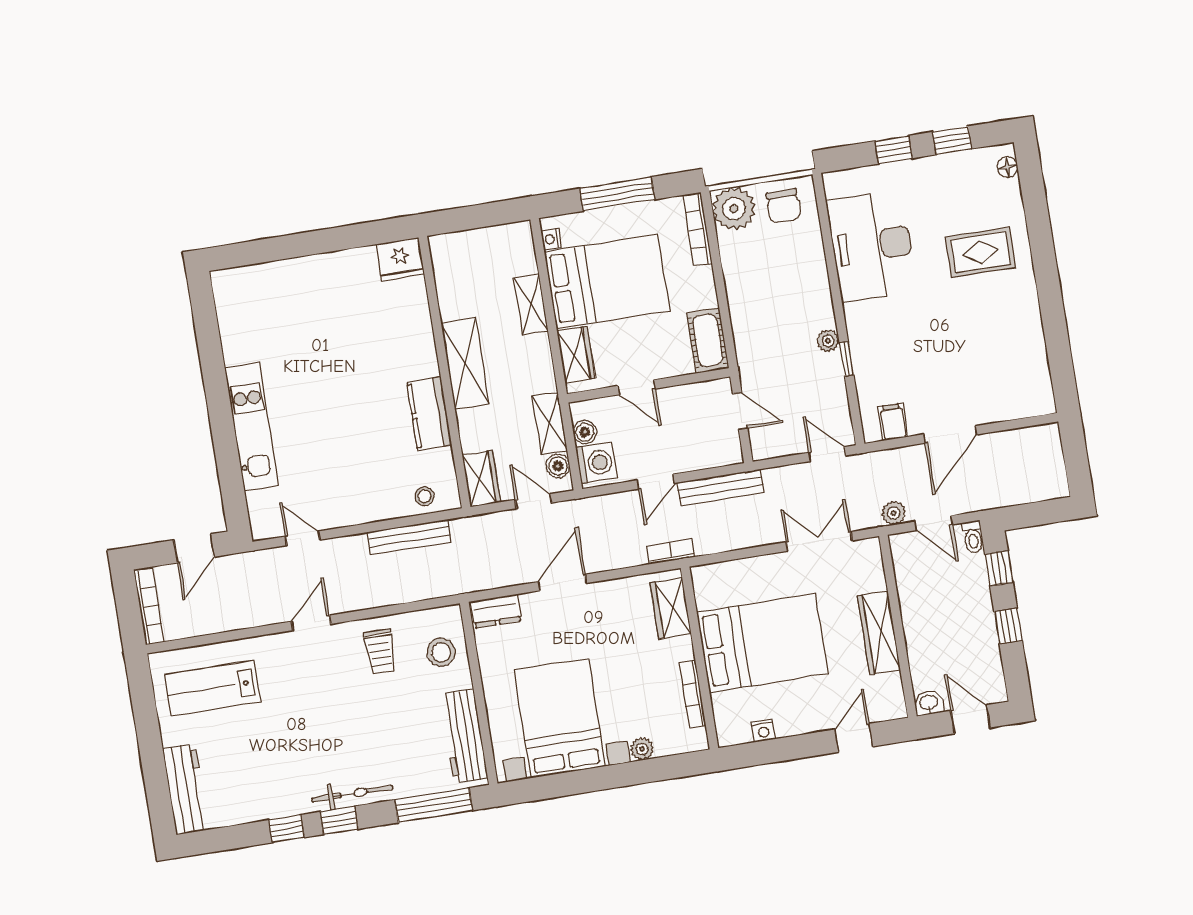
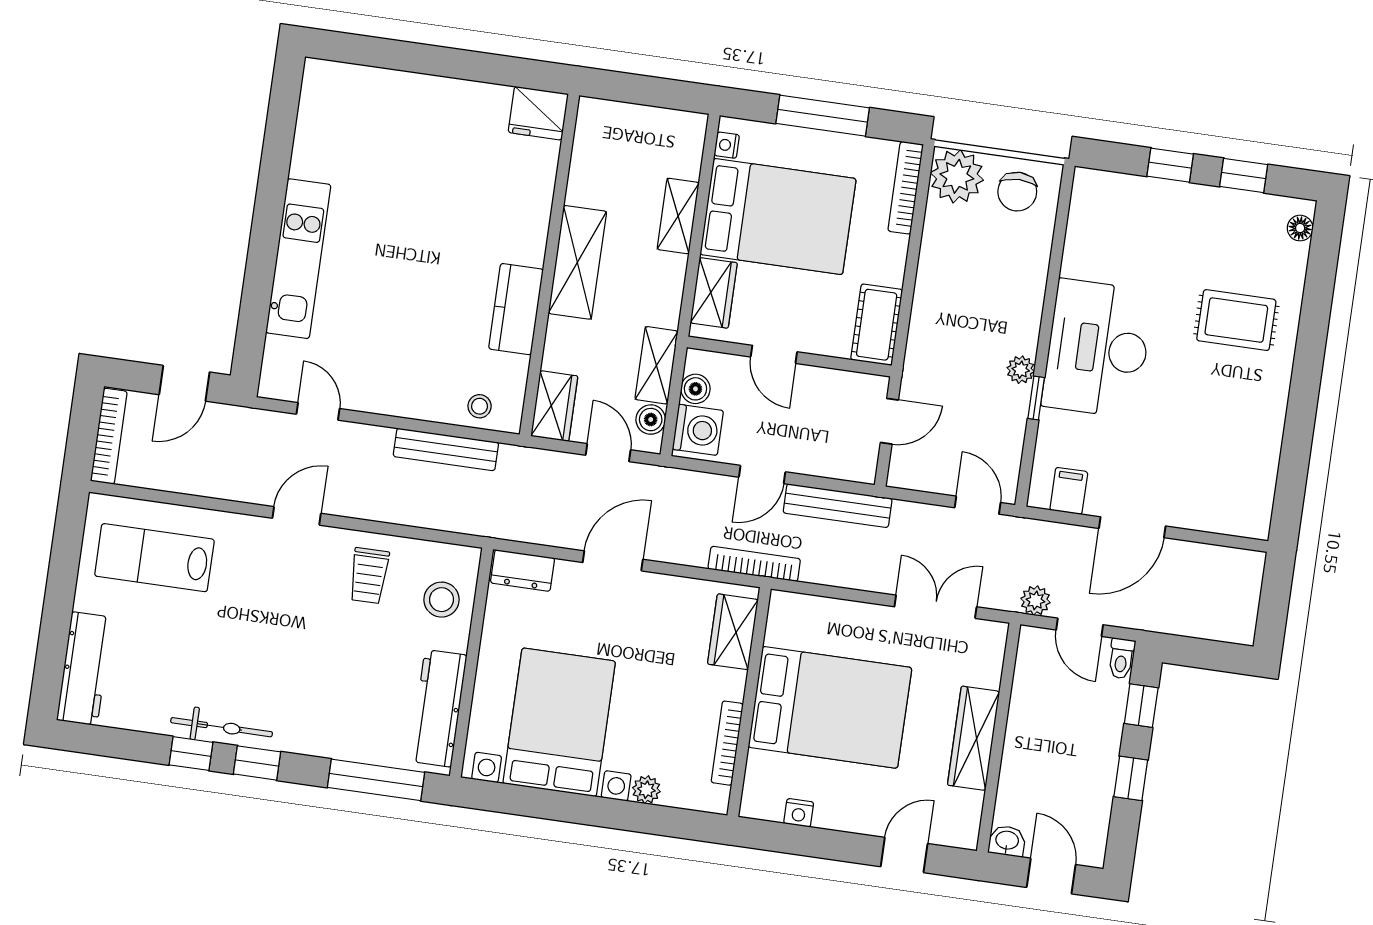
desk: (872, 246) -> (1098, 349), moved
door: (740, 411) -> (889, 421), hinge flipped
bookcase: (671, 551) -> (754, 564), width x1.56
bicycle: (352, 794) -> (222, 727), moved

